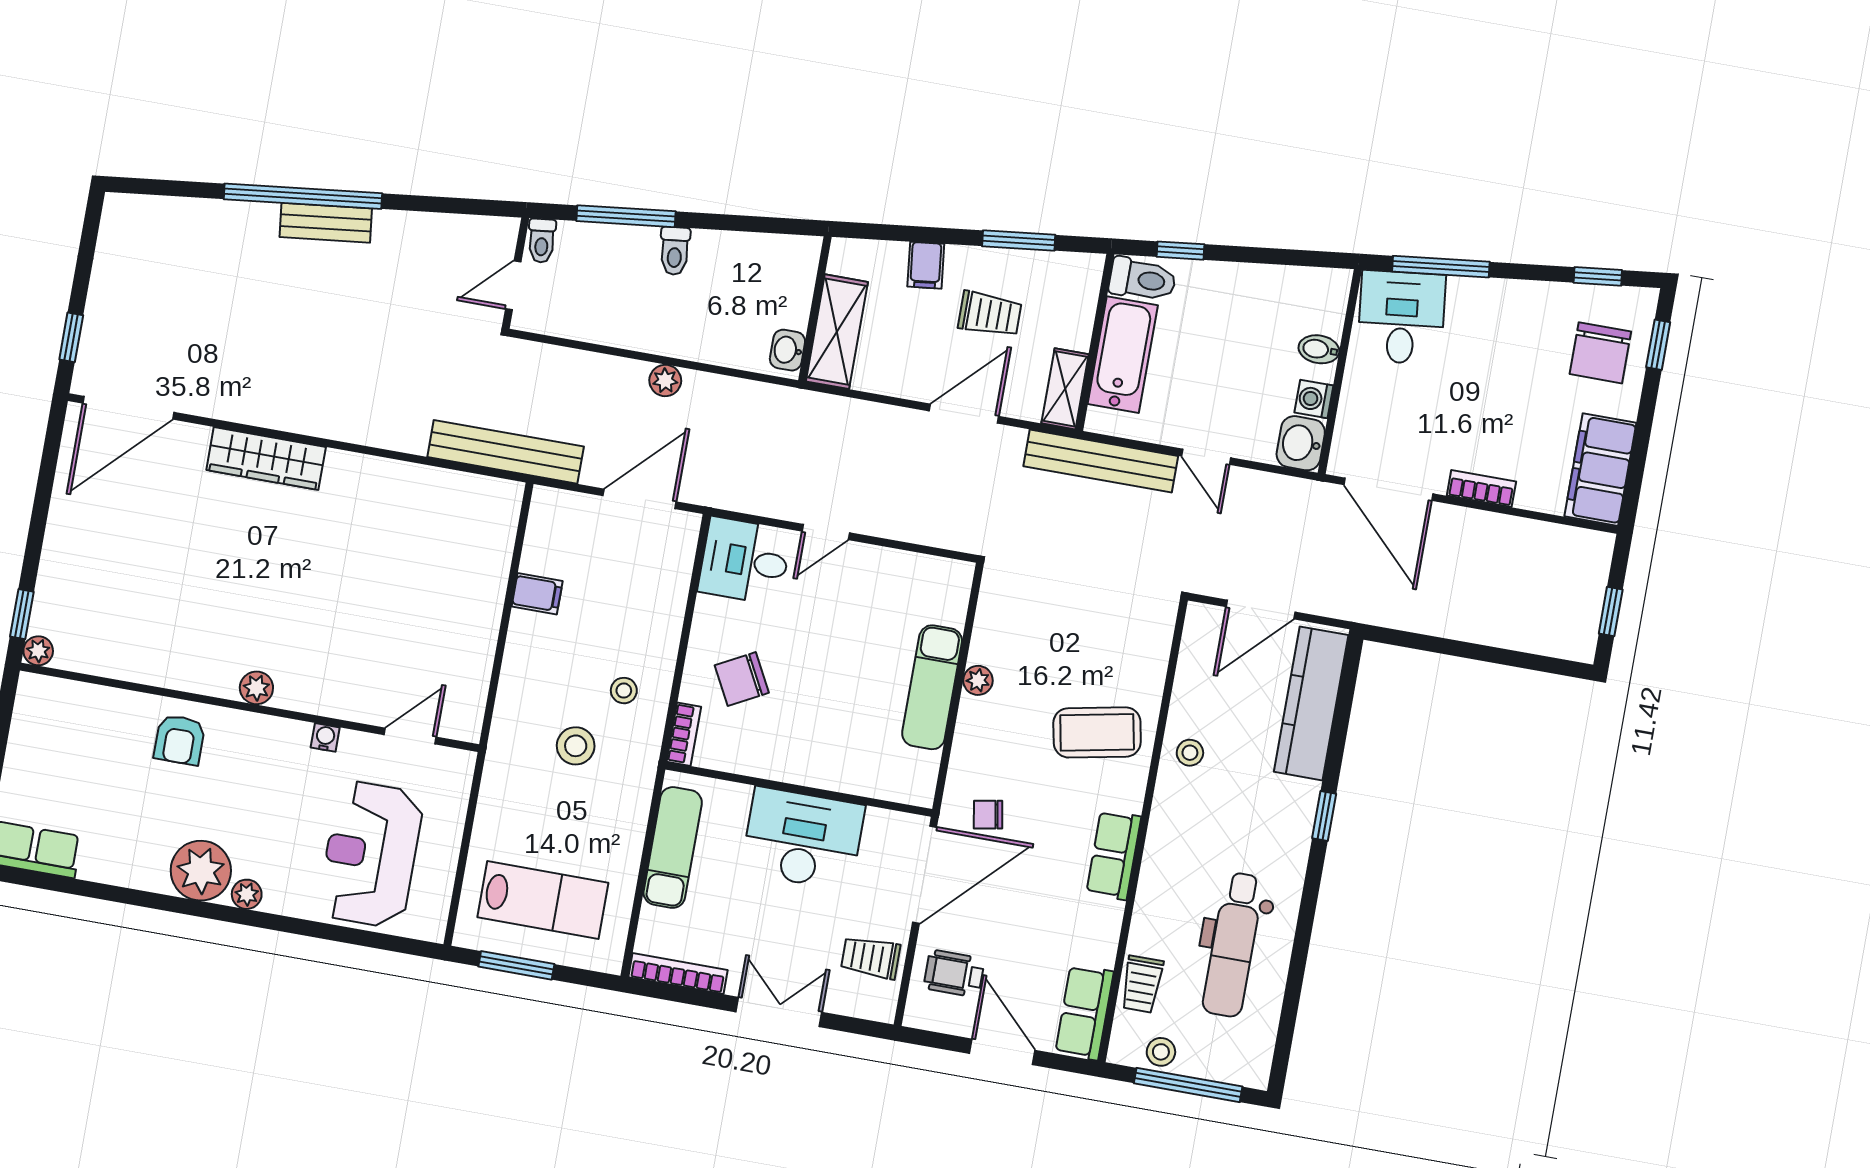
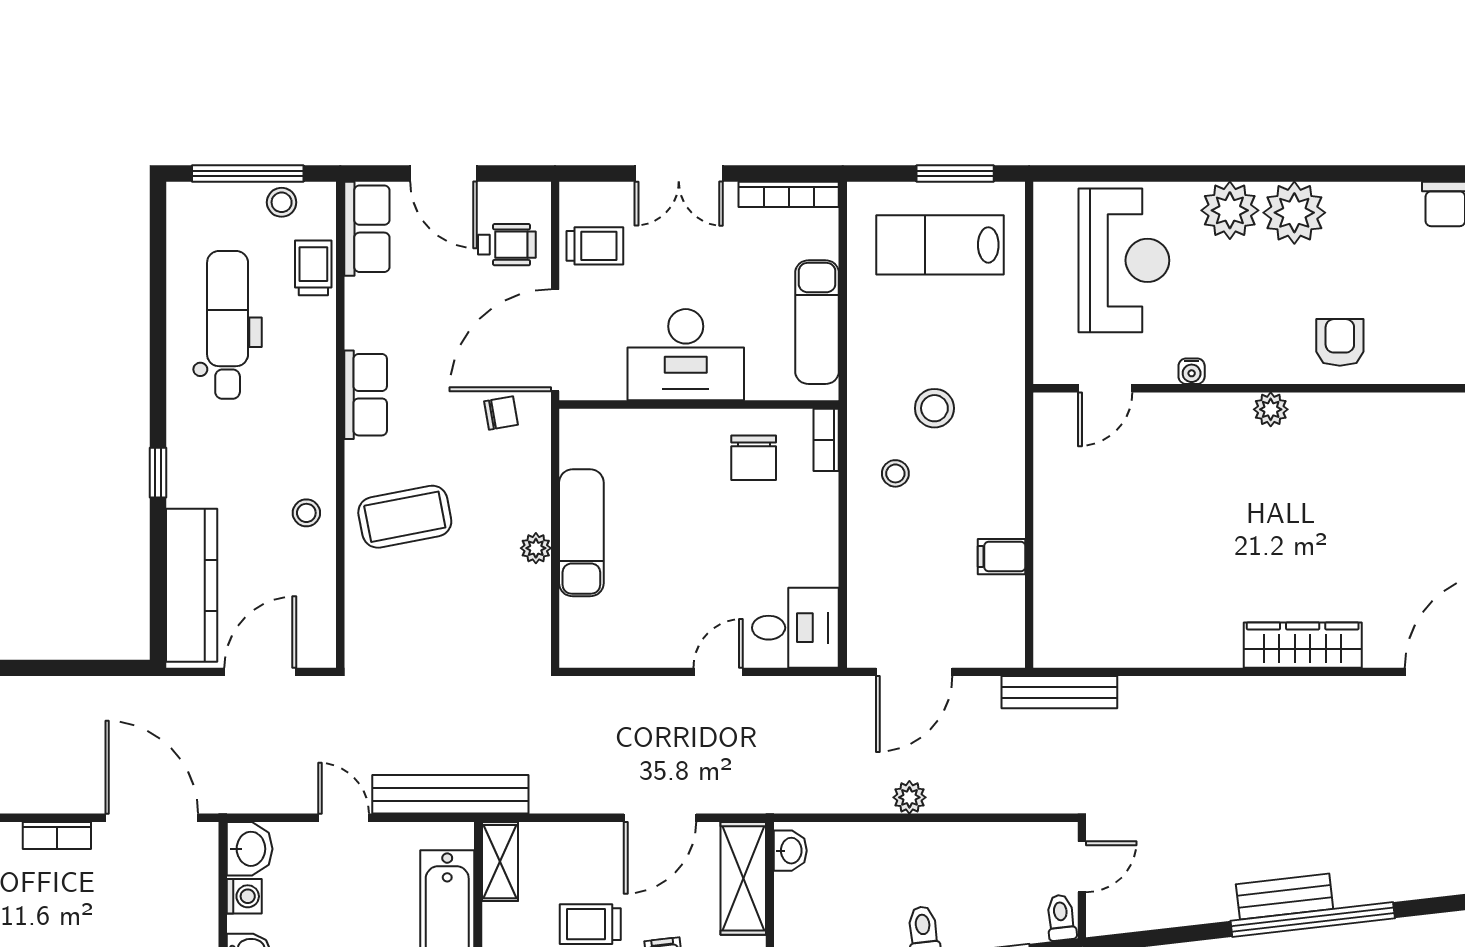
door: (964, 414) -> (660, 818), moved
bench: (506, 452) -> (1059, 692), width x0.73, depth x0.82
chair: (742, 679) -> (754, 458), moved, turned 118
plant: (247, 894) -> (1230, 210), width x1.87, depth x1.87

